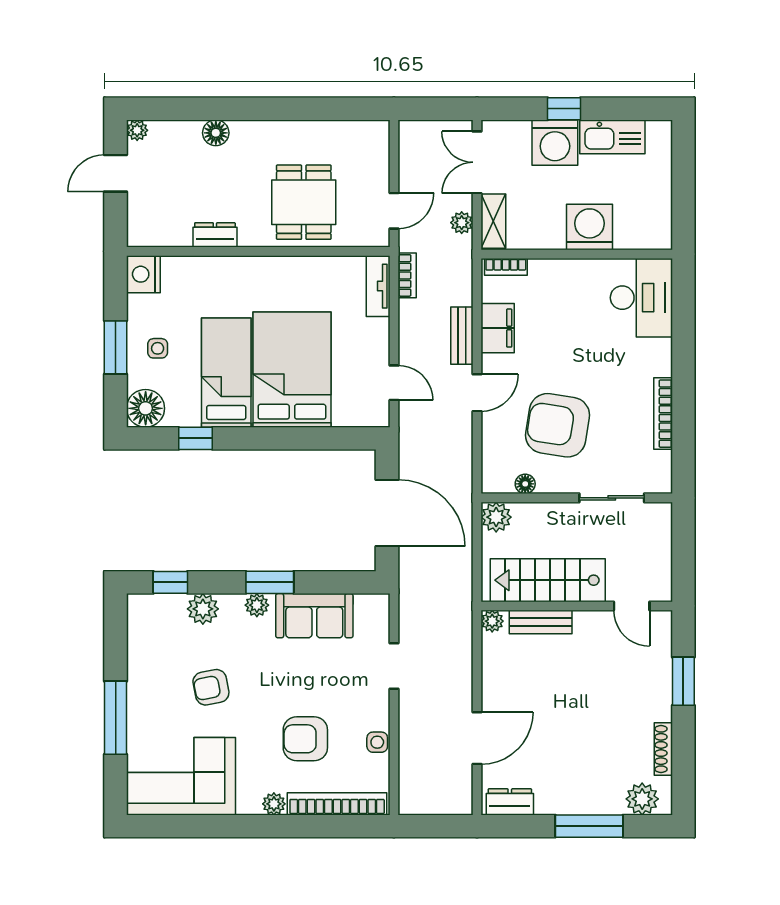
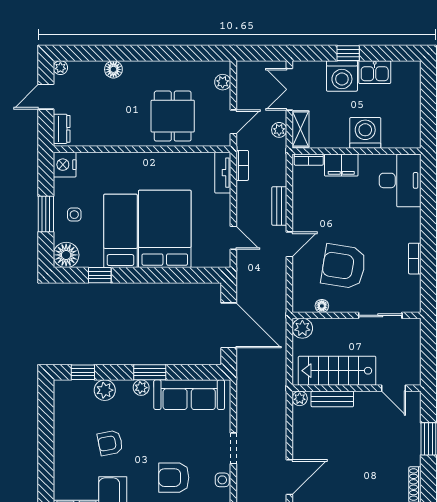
kitchen sink: (612, 137) -> (375, 72), width x0.73
plant: (378, 152) -> (223, 82), added
dresser: (215, 235) -> (62, 129), moved, turned 90
filing cabinet: (498, 328) -> (341, 165), moved, turned 90
bookcase: (663, 414) -> (415, 259), width x0.64
sofa: (314, 616) -> (189, 395), width x1.36
doorway: (394, 666) -> (233, 448), moved
window: (116, 718) -> (46, 463), removed

